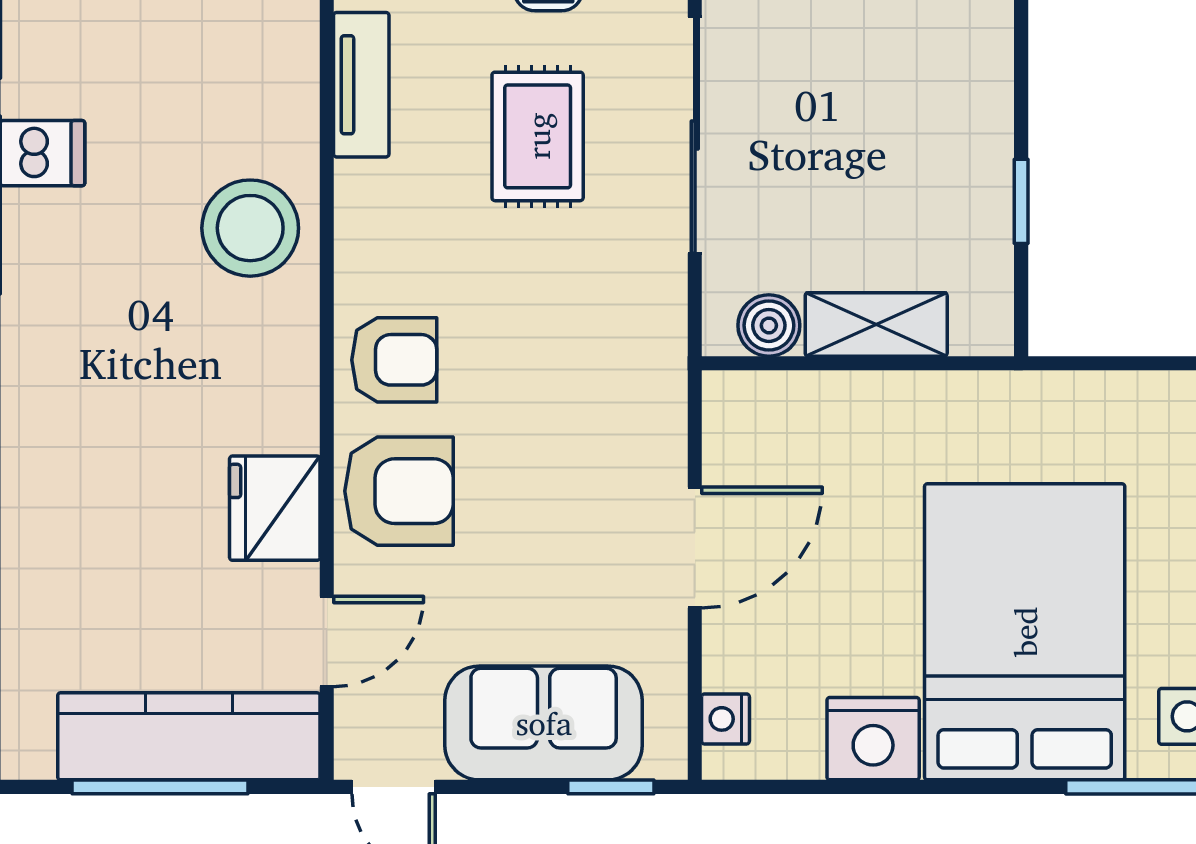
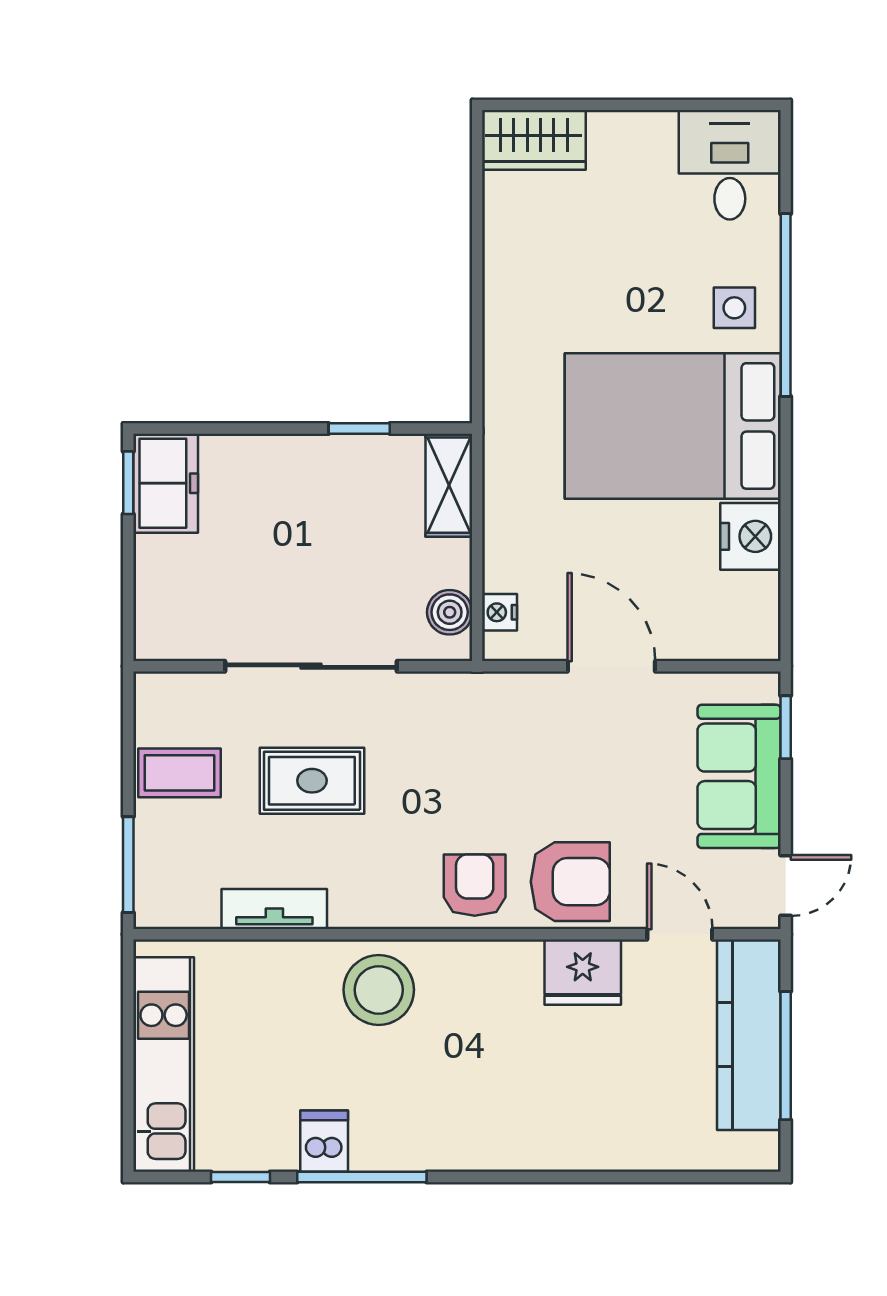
shelving: (876, 324) -> (449, 485), moved
armchair: (399, 491) -> (570, 882), turned 90
nightstand: (725, 719) -> (500, 612), moved, turned 90

